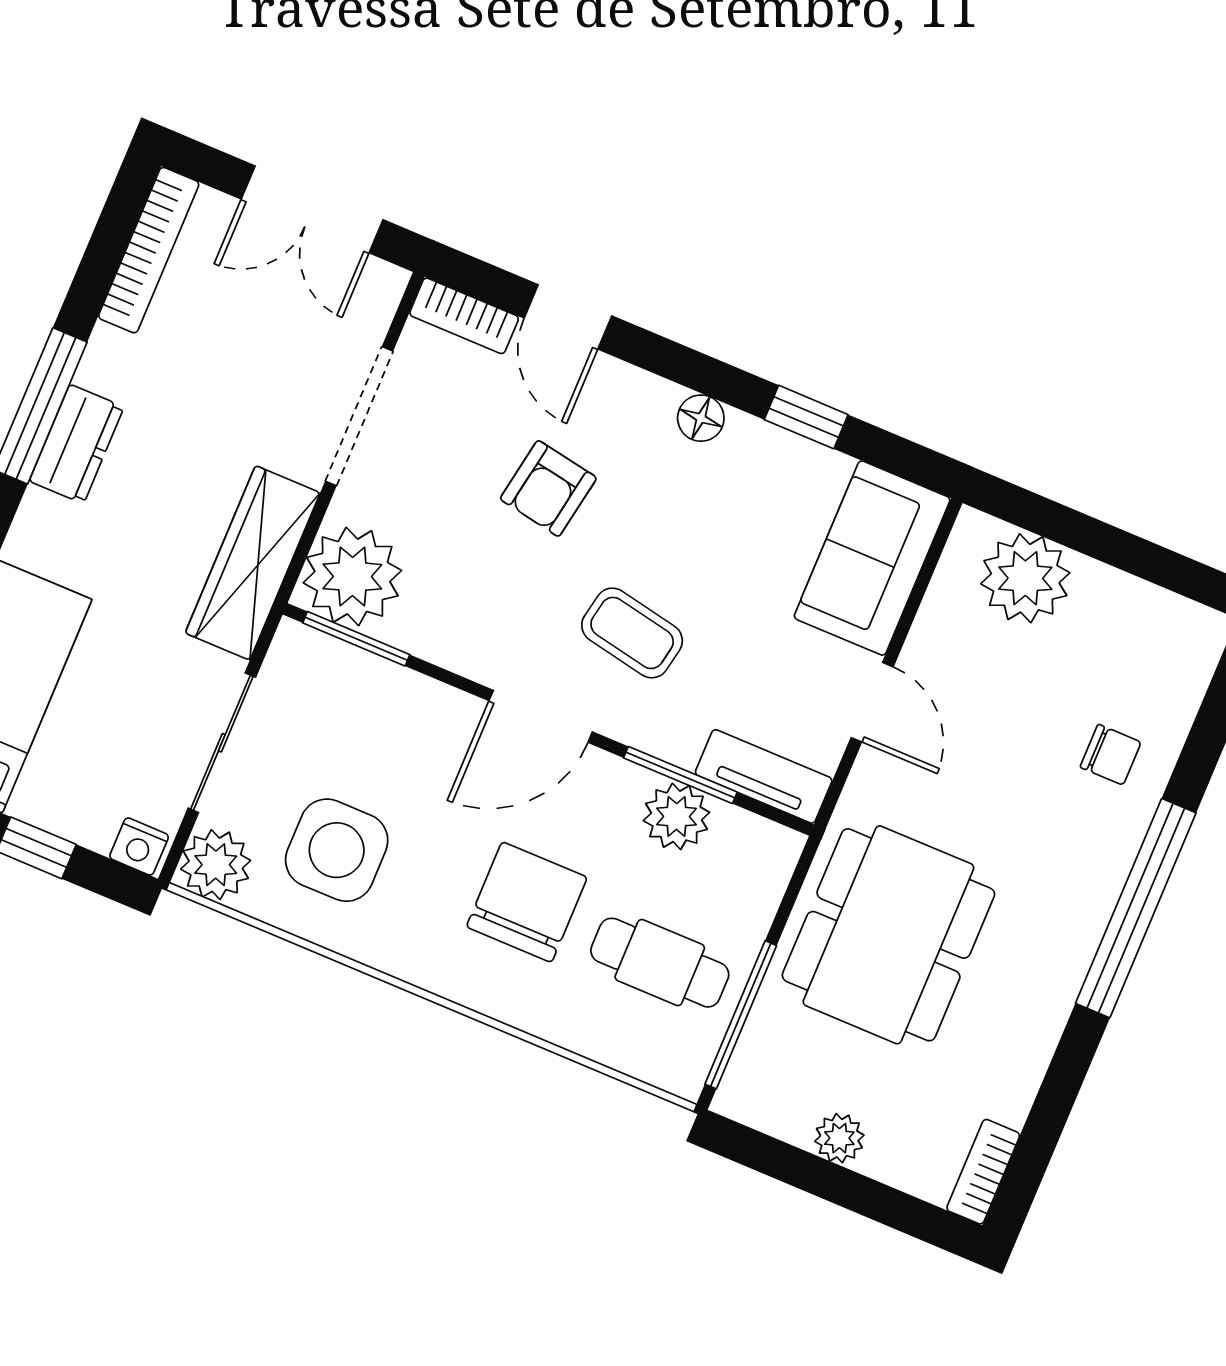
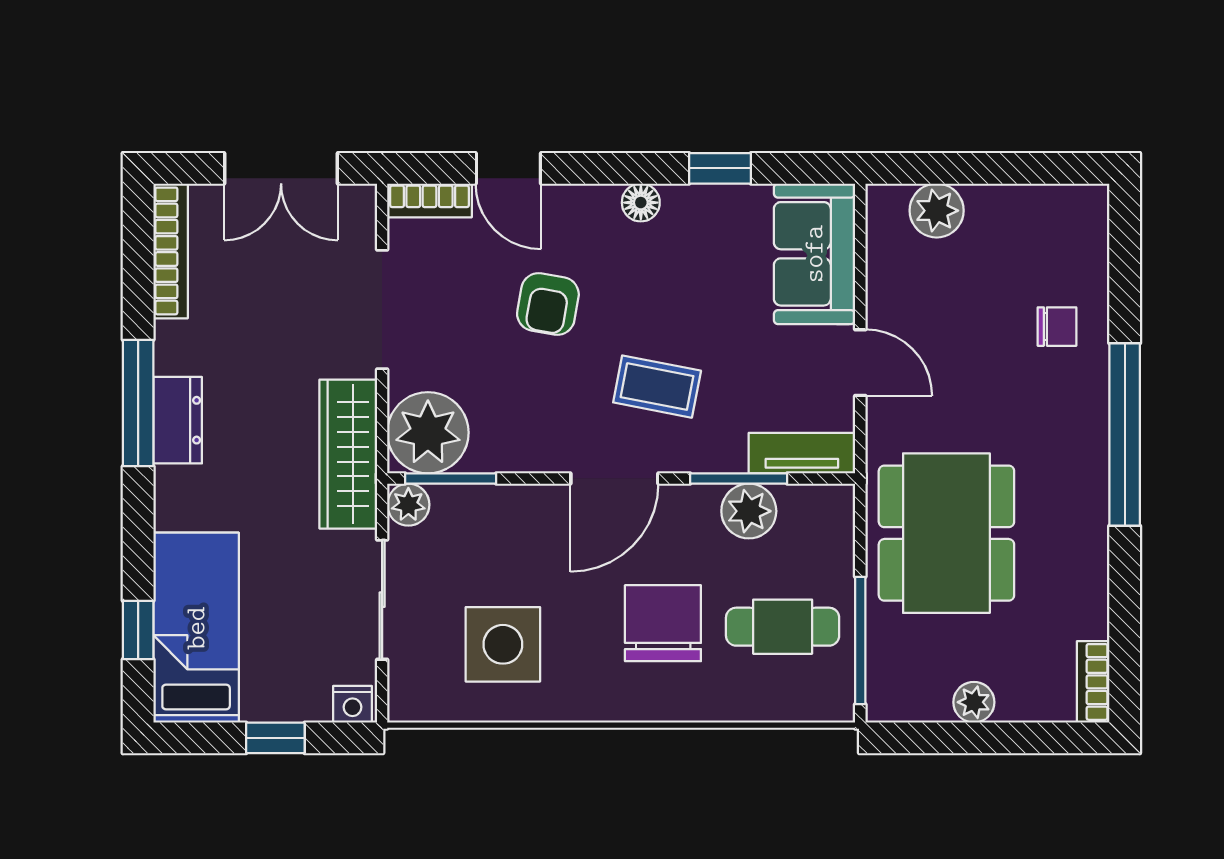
plant: (1025, 578) -> (937, 211), width x0.73, depth x0.73
plant: (216, 865) -> (408, 505), moved, width x0.73, depth x0.73

